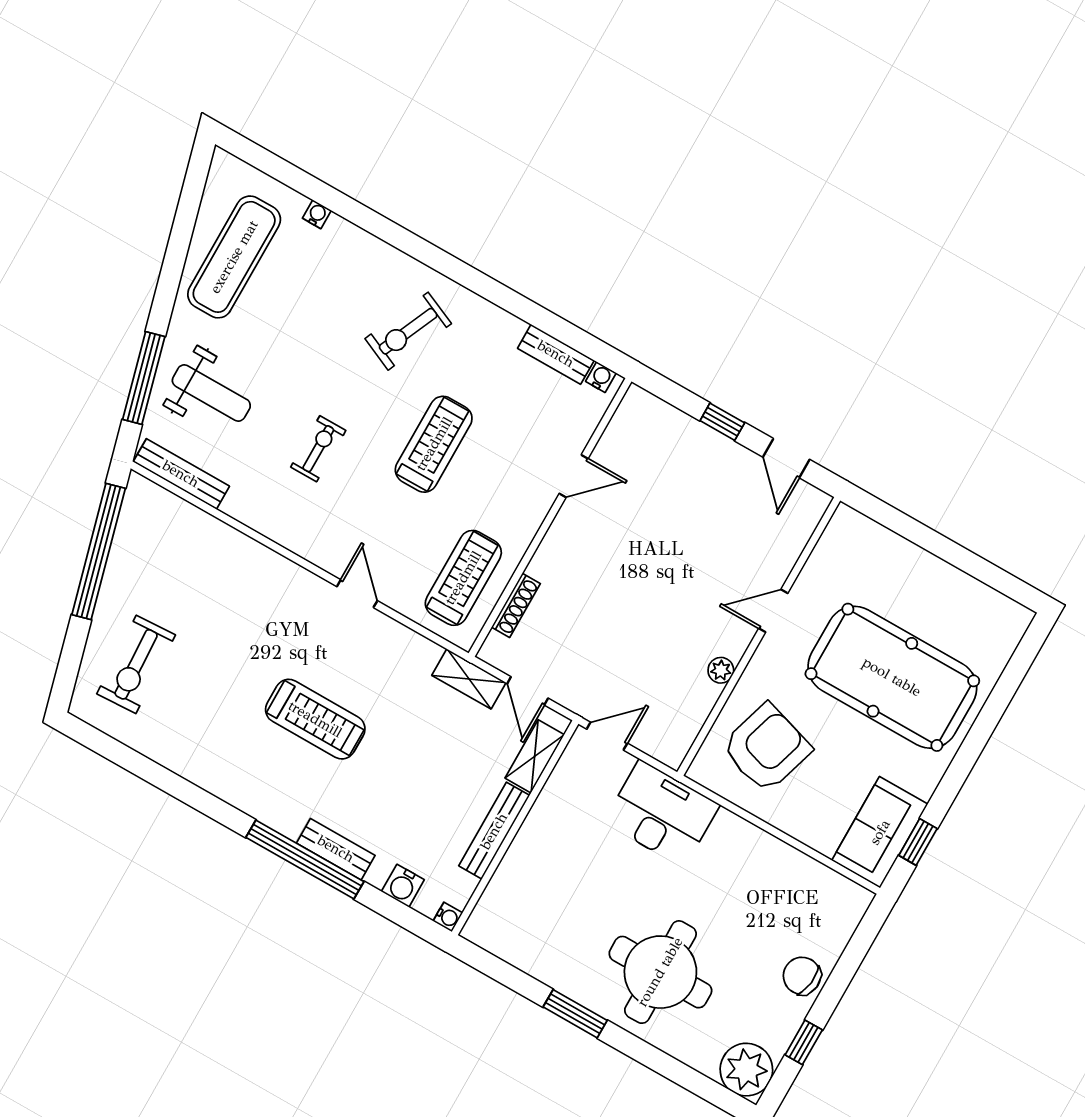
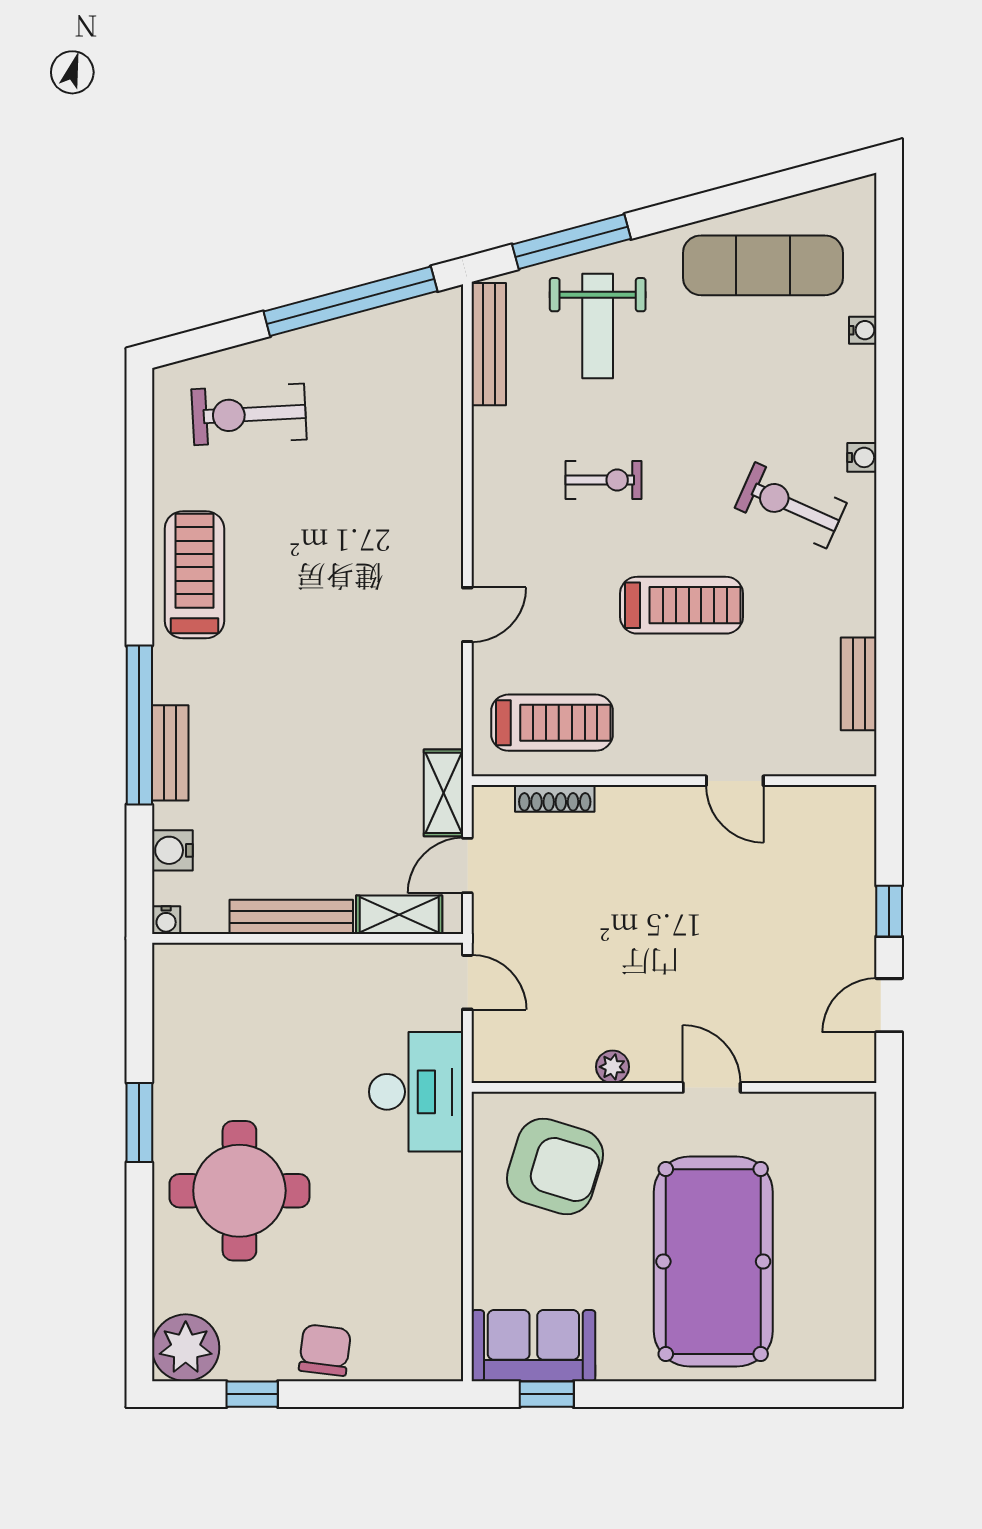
water cooler: (601, 377) -> (862, 457), moved
treadmill: (315, 719) -> (194, 575), moved, turned 180

